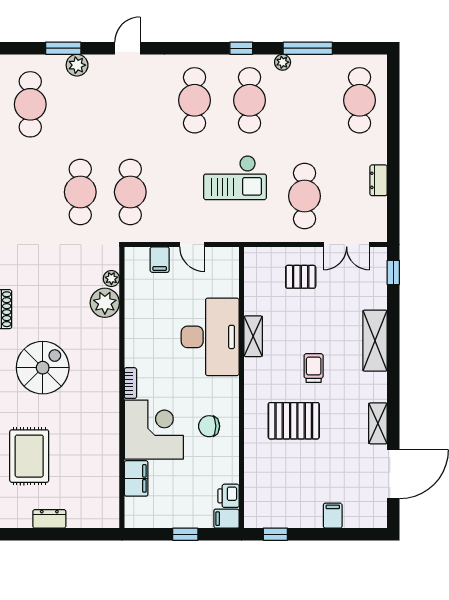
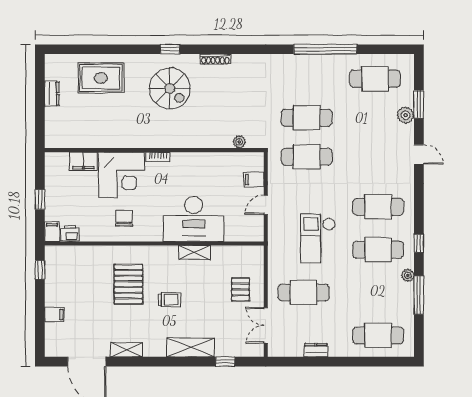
window: (393, 272) -> (225, 362), moved
plant: (105, 303) -> (220, 137), removed

